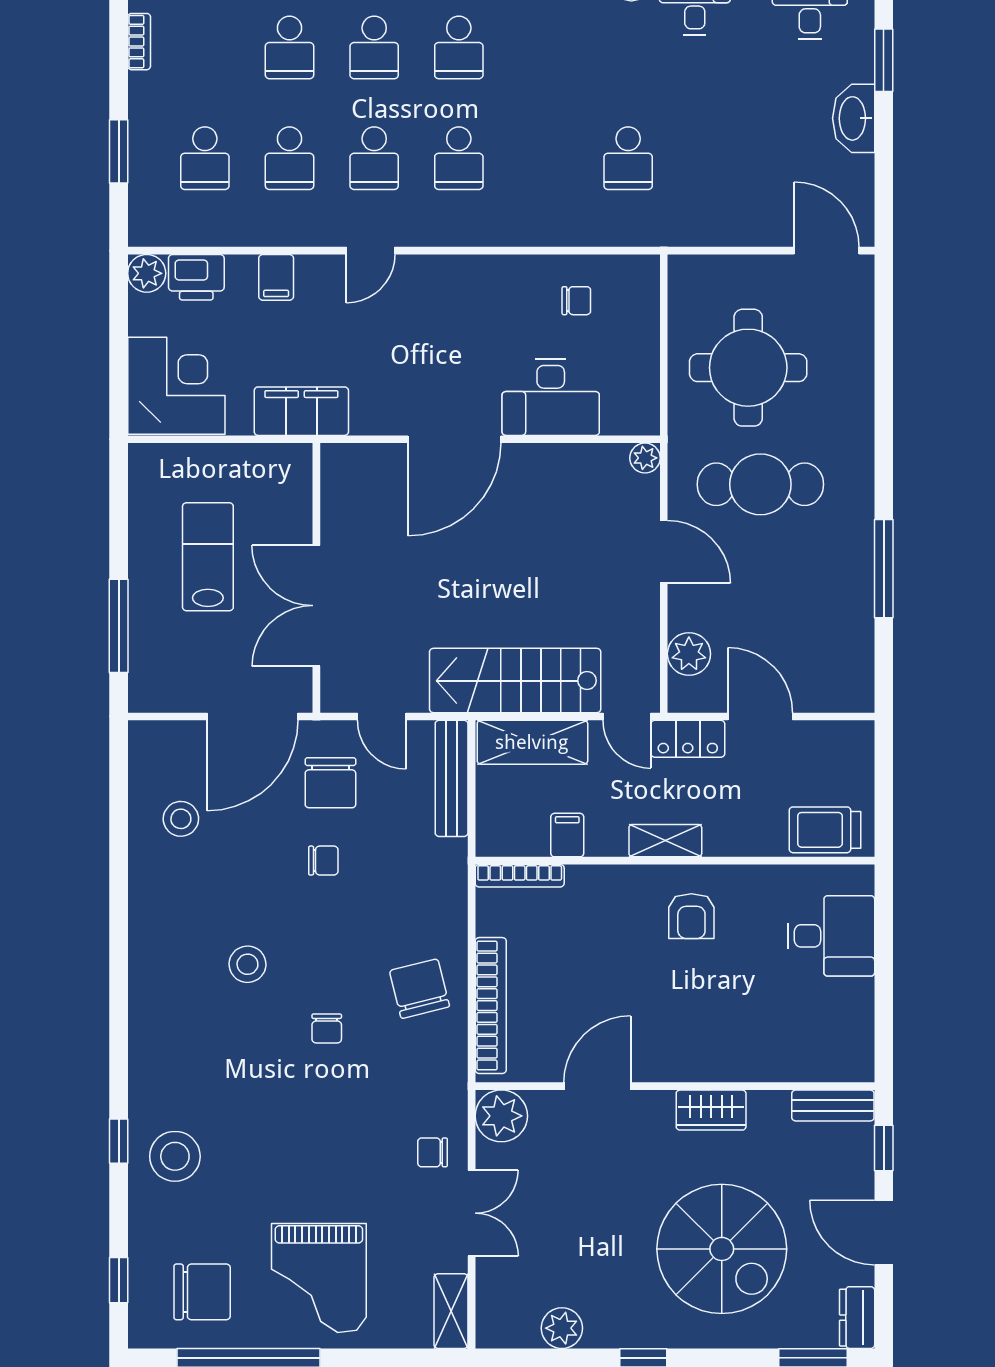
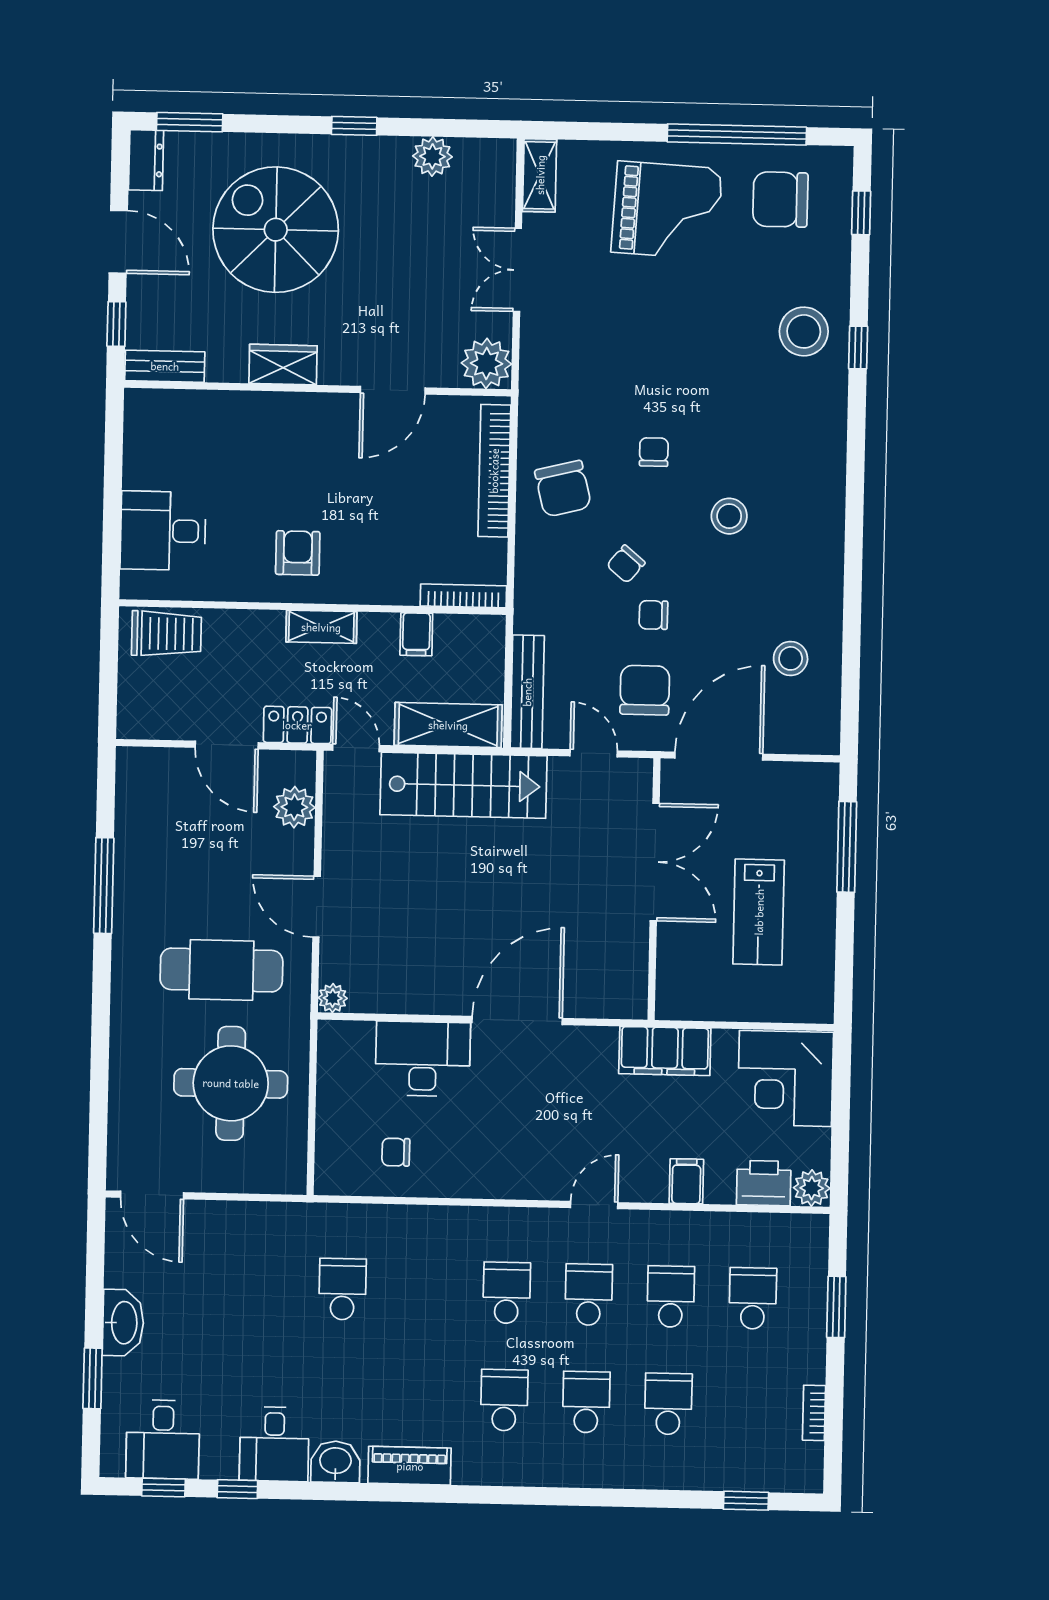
chair: (432, 1152) -> (626, 564), moved, turned 130
grand piano: (319, 1278) -> (667, 210), turned 93

